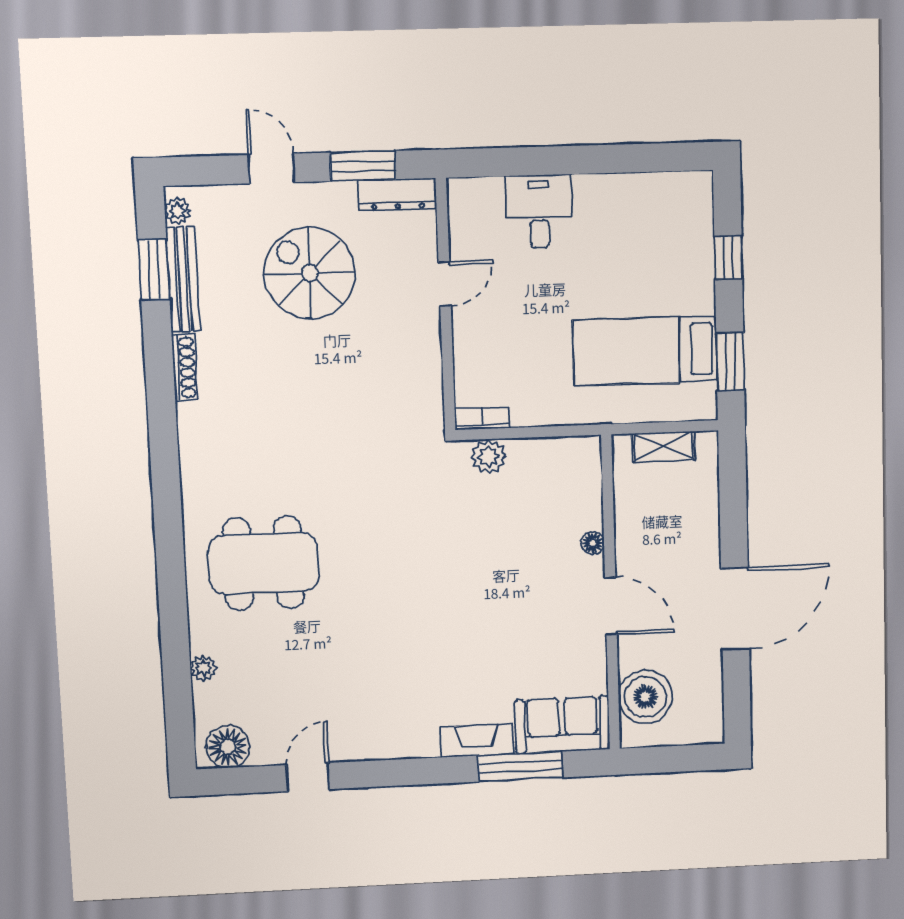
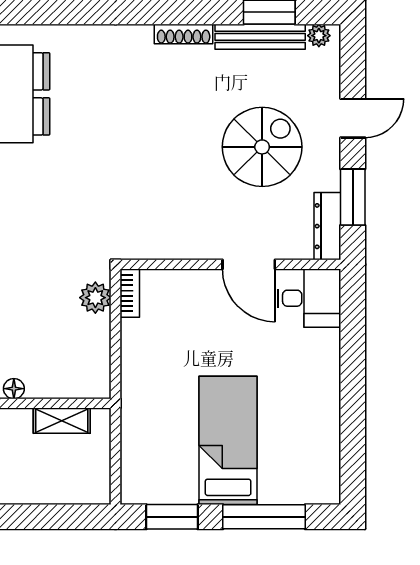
desk: (539, 211) -> (309, 298), moved
window: (728, 257) -> (264, 517), width x2.17
door: (445, 284) -> (249, 264), width x1.38
bed: (645, 351) -> (228, 440), moved
shelving: (663, 447) -> (62, 421), moved, turned 90

